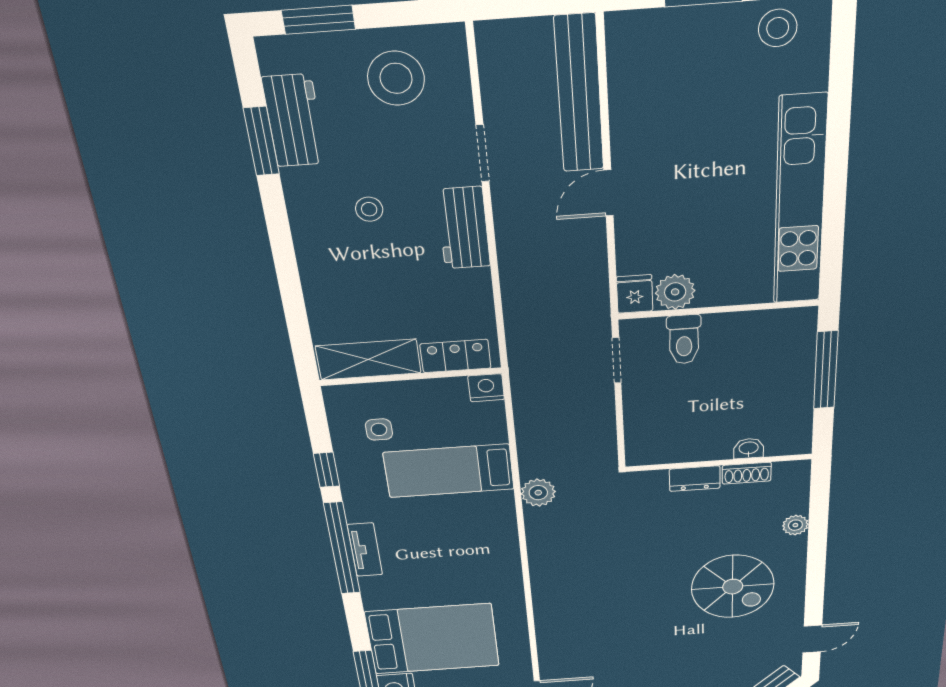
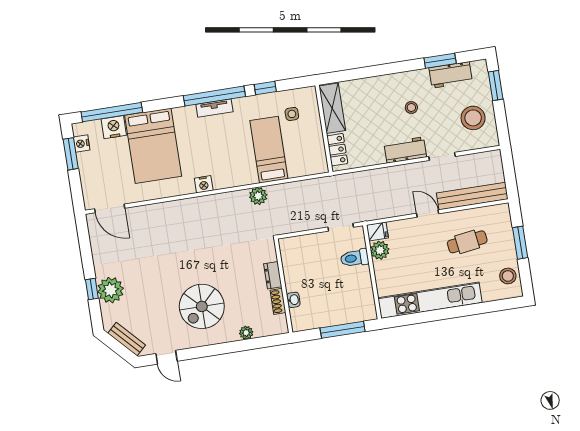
cafe table: (683, 114) -> (467, 242), added
nightstand: (486, 388) -> (204, 184), moved, turned 90

